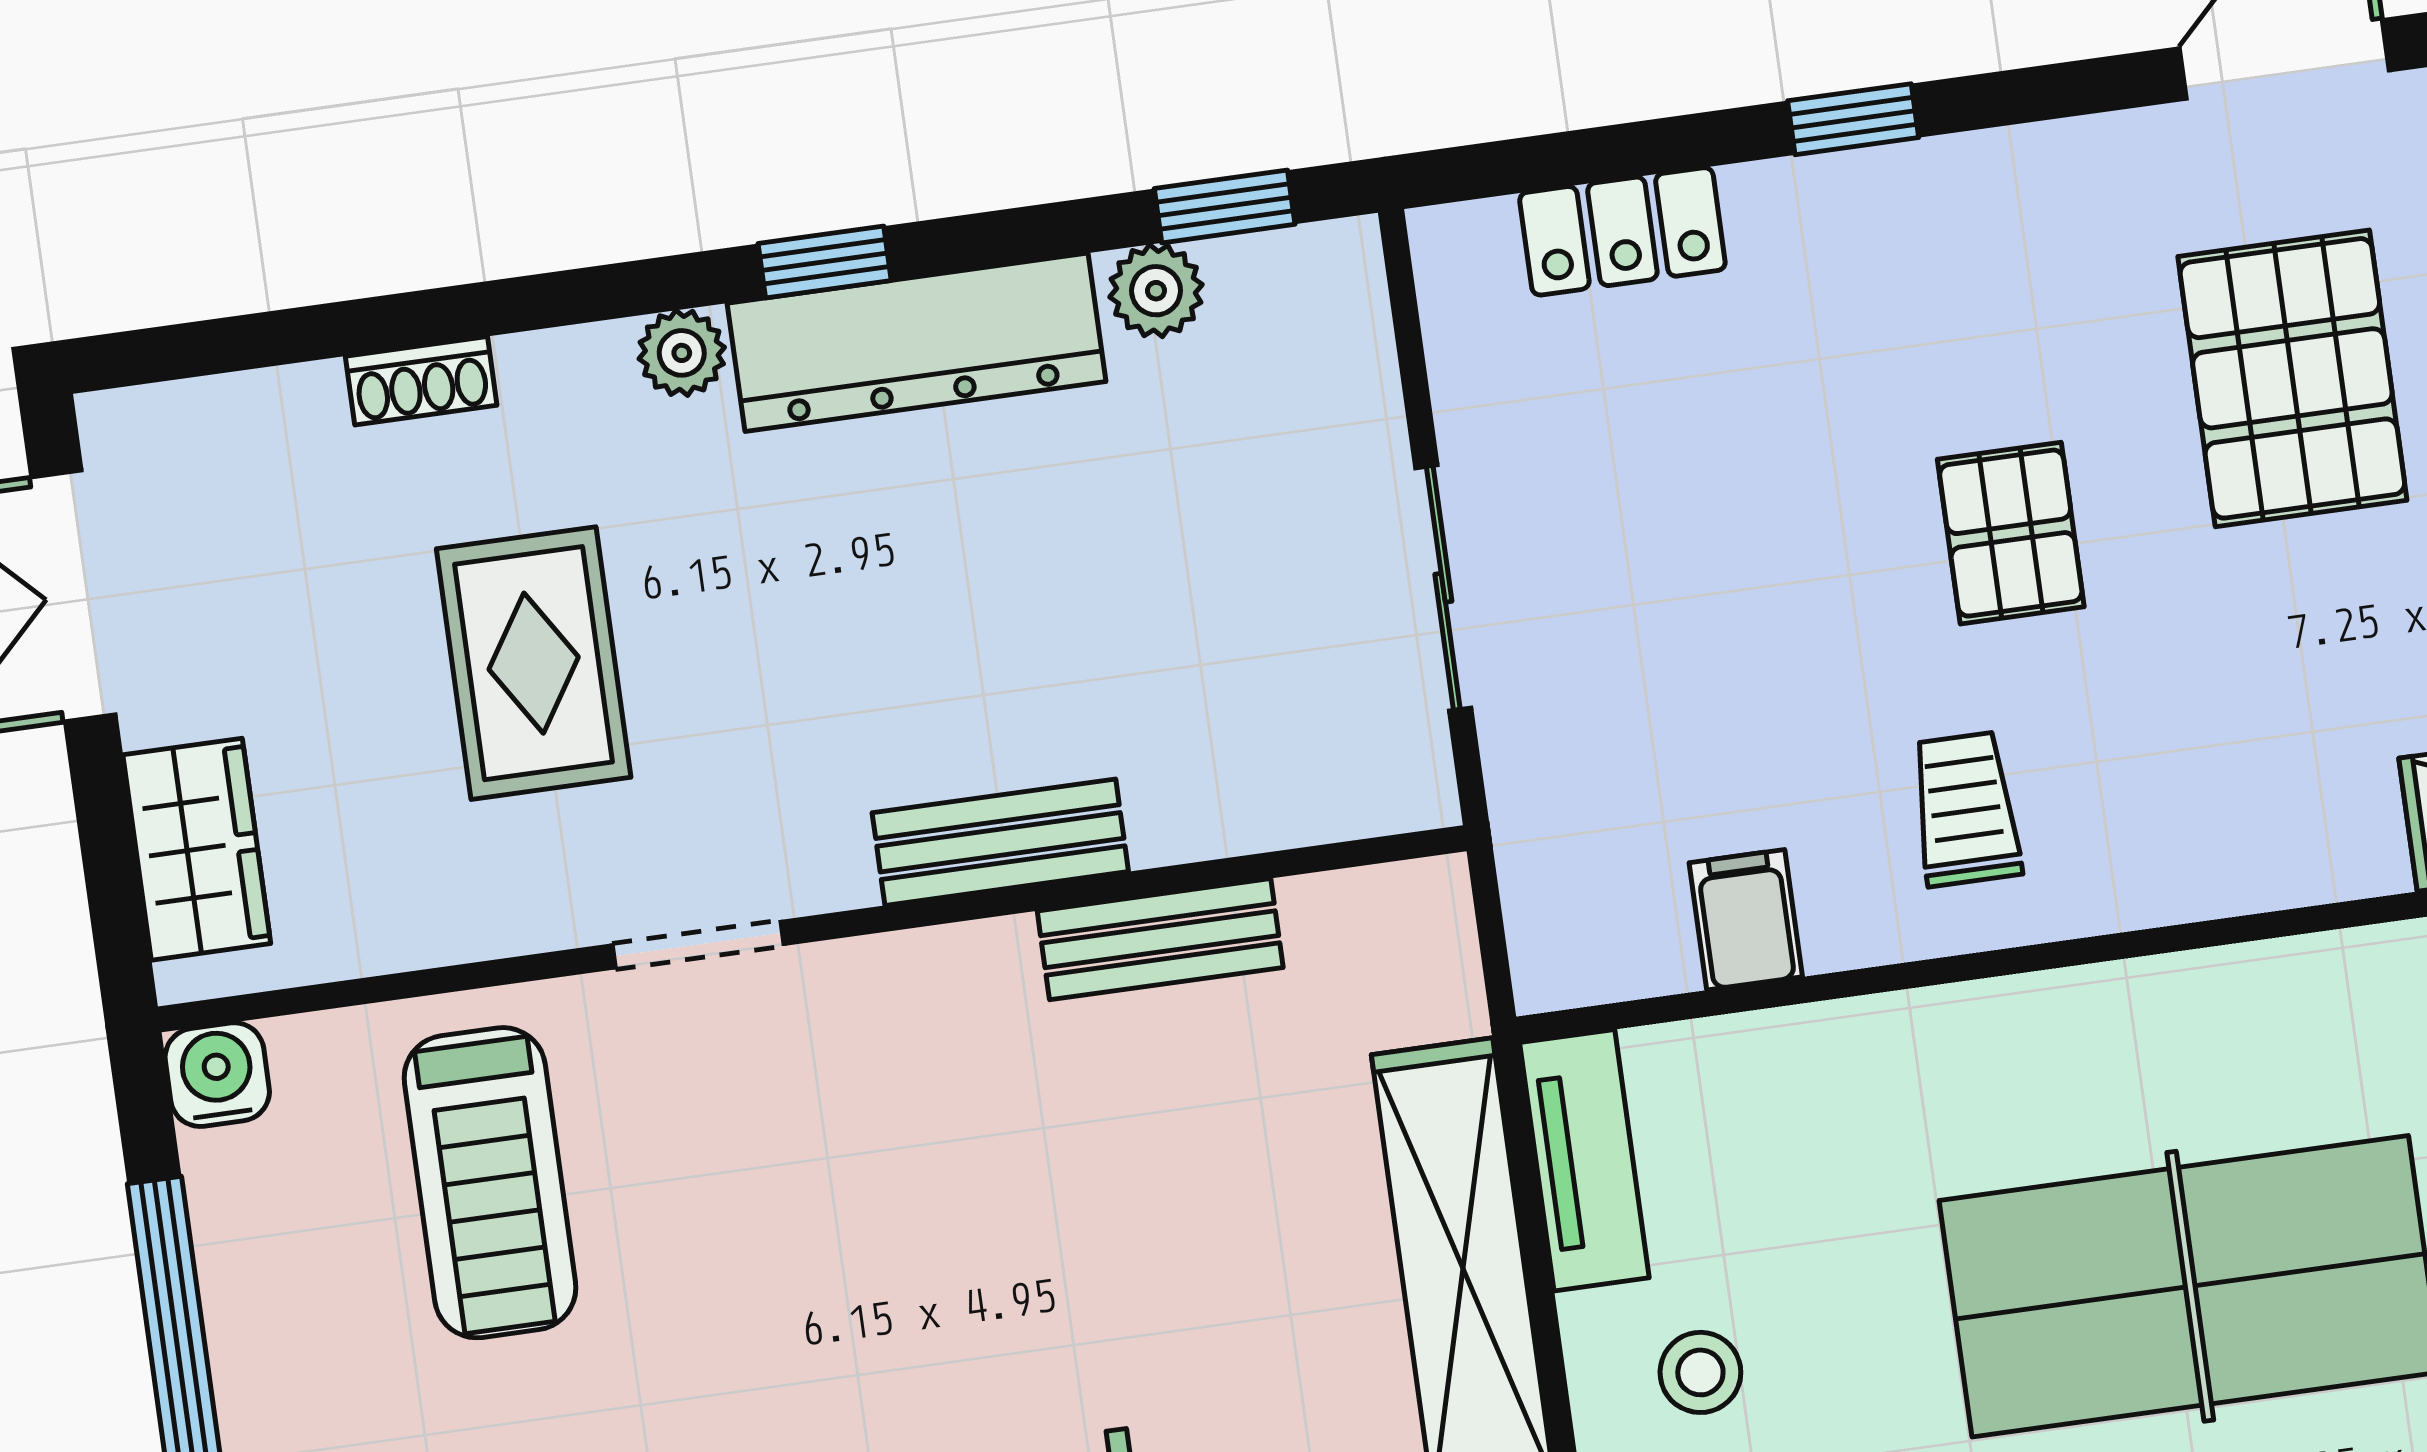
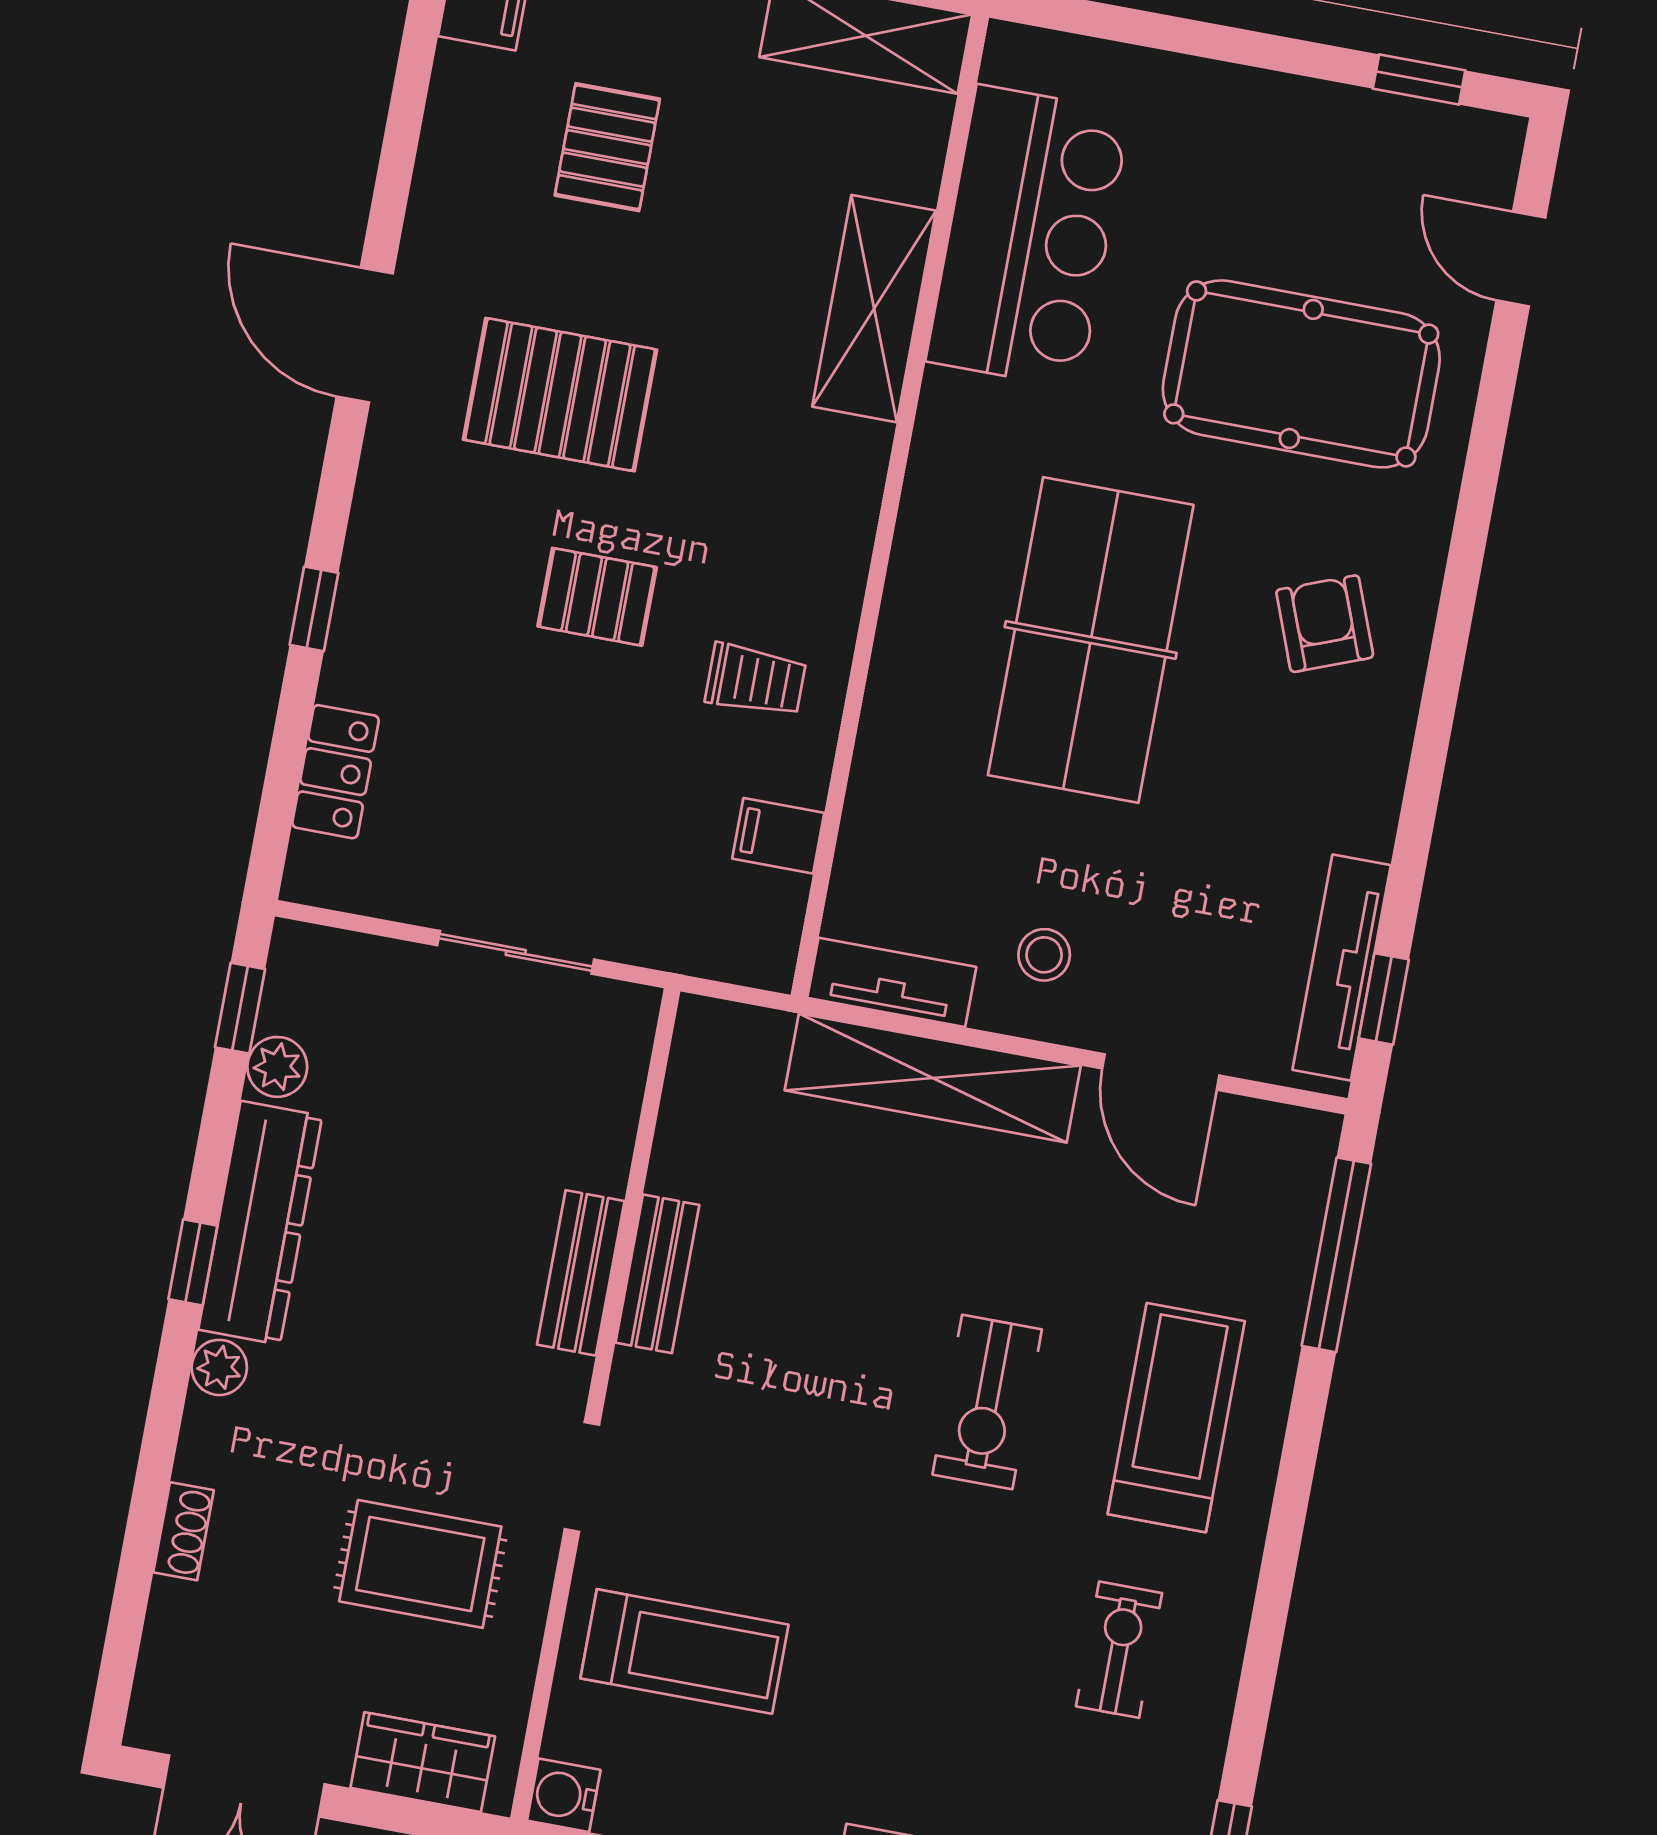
rug: (534, 663) -> (420, 1564), moved
trolley: (1966, 809) -> (756, 680), turned 180
bench: (1160, 939) -> (657, 1274), moved

